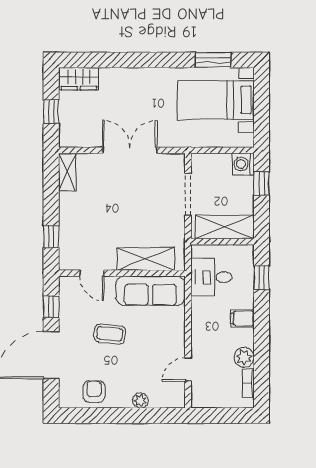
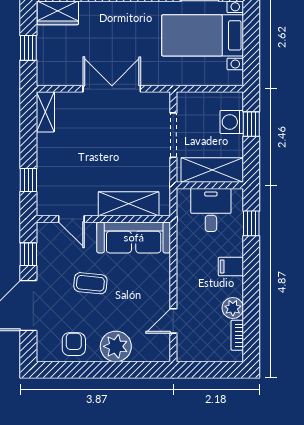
washing machine: (243, 164) -> (232, 122), moved
desk: (211, 277) -> (211, 210), moved, turned 90
plant: (140, 400) -> (116, 346), width x1.88, depth x1.88

